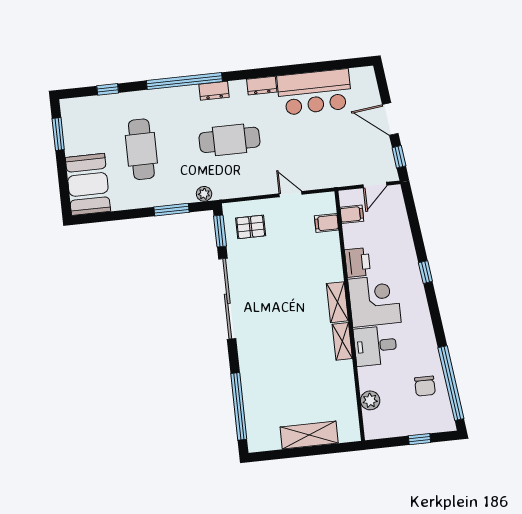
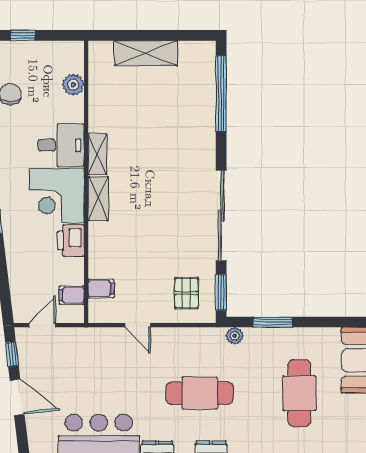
pallet: (251, 227) -> (186, 293), turned 90

